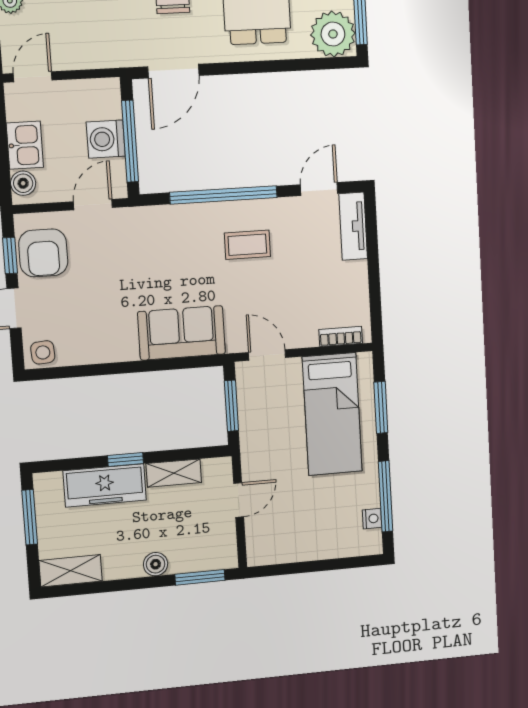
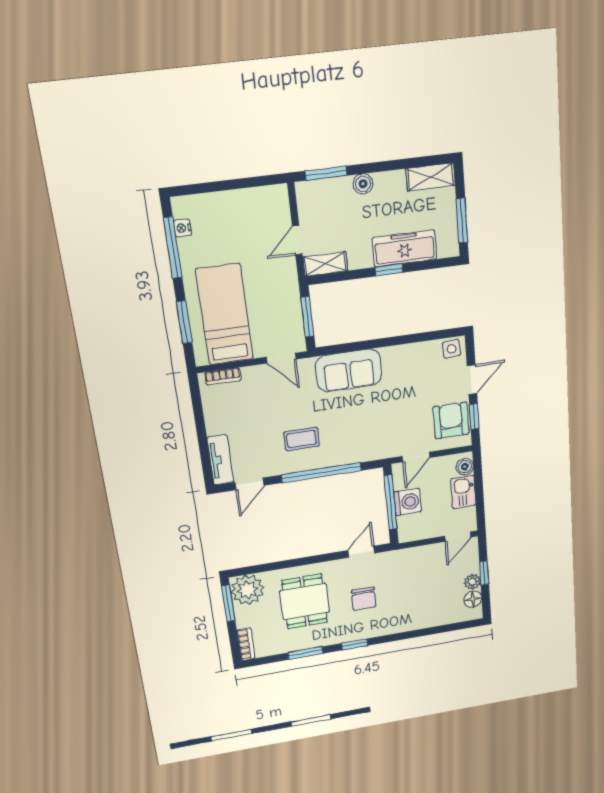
door: (173, 71) -> (361, 552), width x0.73
shelving: (174, 473) -> (325, 264), moved

